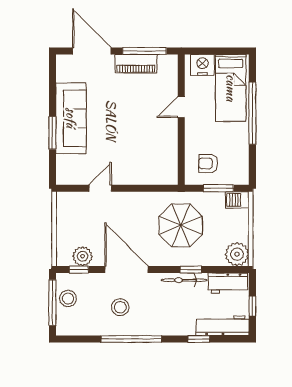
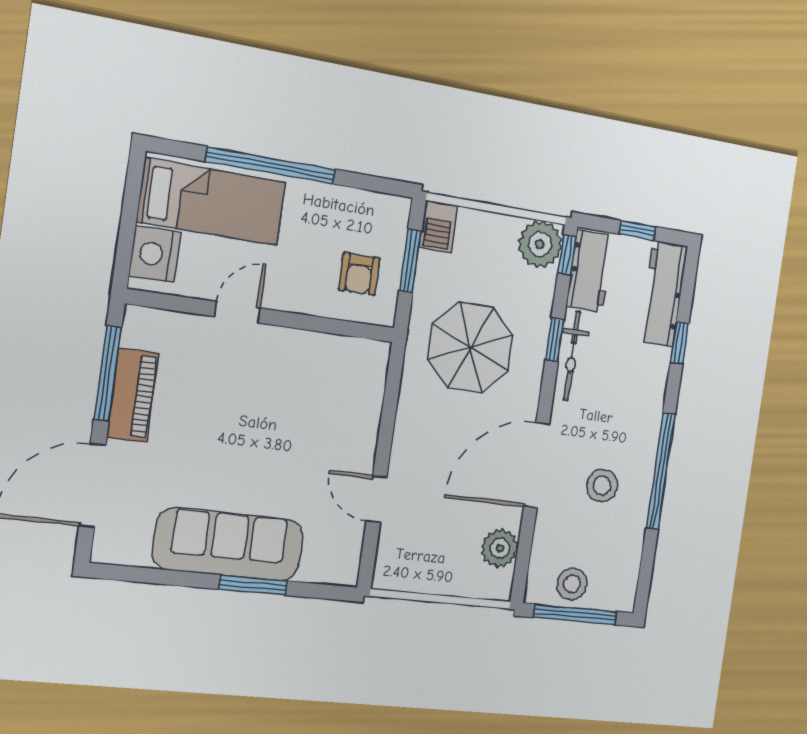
door: (181, 107) -> (237, 312), swing flipped
window: (79, 270) -> (567, 255), moved

